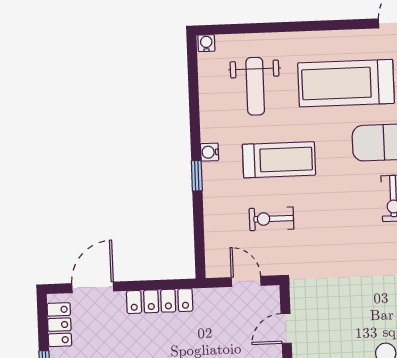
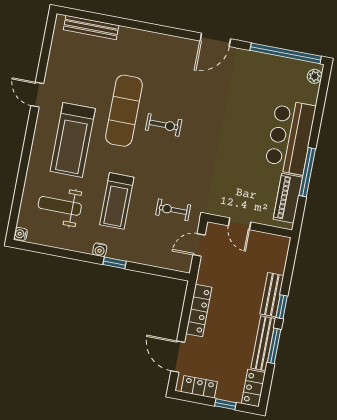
weight bench: (255, 86) -> (60, 206), turned 180
treadmill: (279, 160) -> (117, 201), turned 180
exercise bike: (271, 219) -> (173, 210), moved, turned 90

